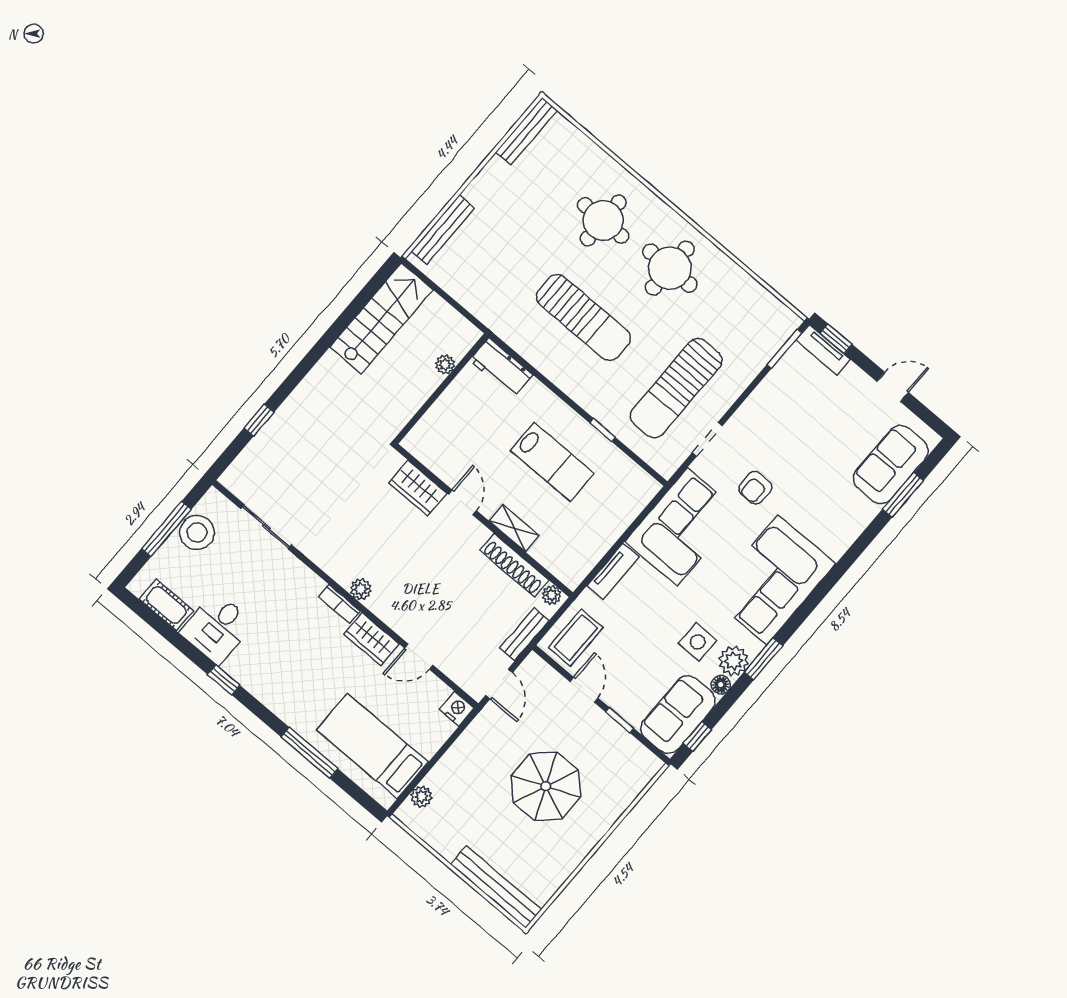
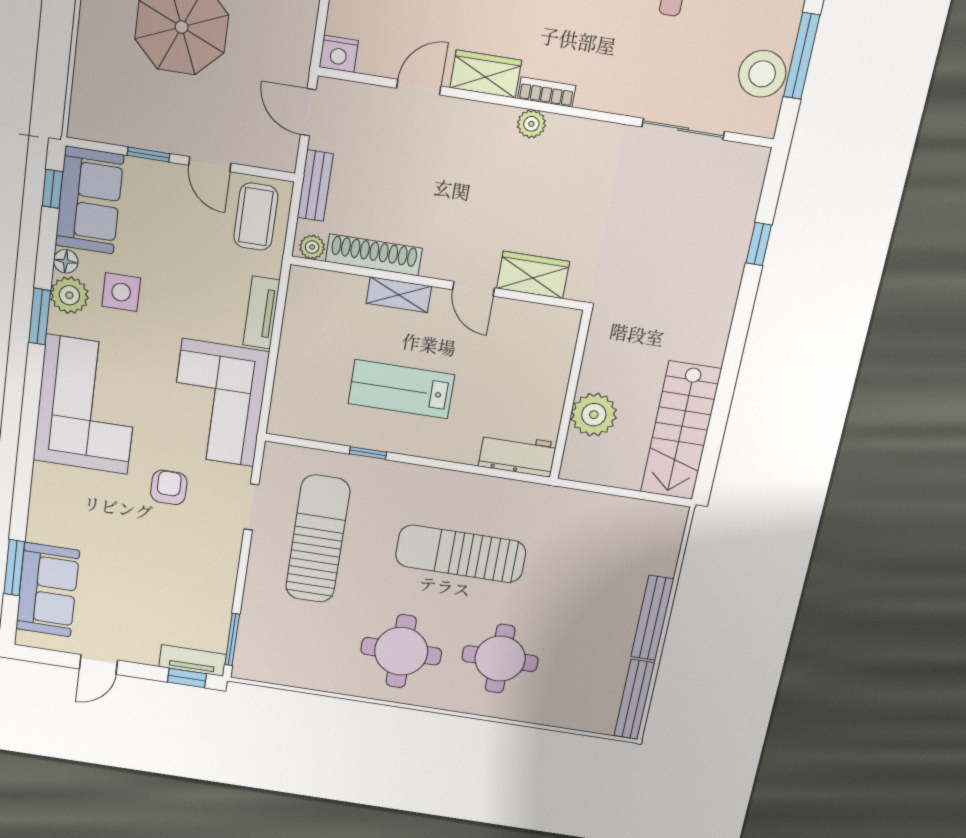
bench: (443, 230) -> (652, 618), moved
plant: (445, 364) -> (594, 415), width x1.88, depth x1.88

